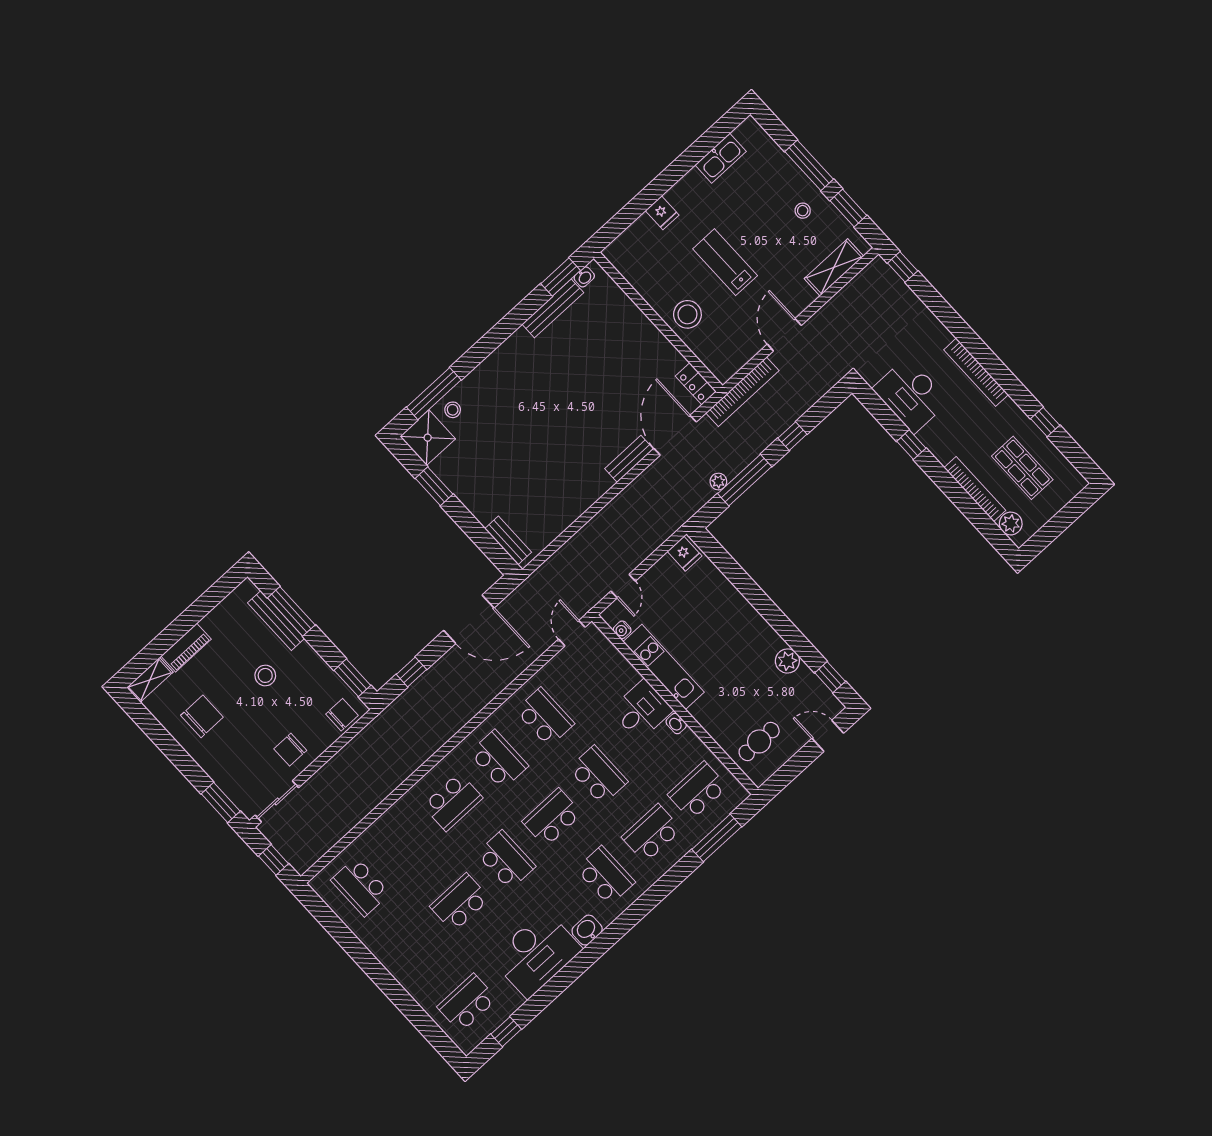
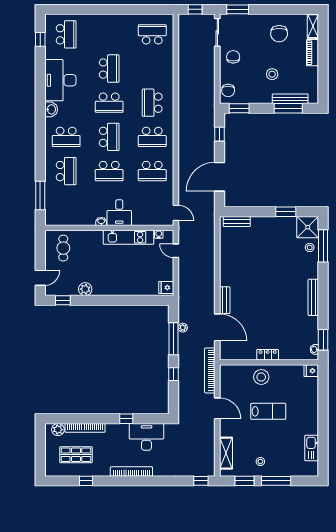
fridge: (662, 213) -> (311, 371), moved
bench: (553, 308) -> (313, 297), moved
locker: (696, 384) -> (268, 355), moved
school desk: (698, 791) -> (66, 205), removed

